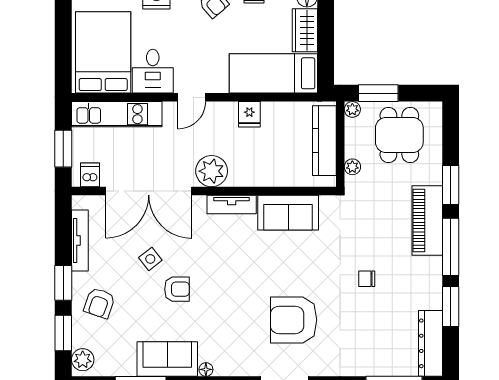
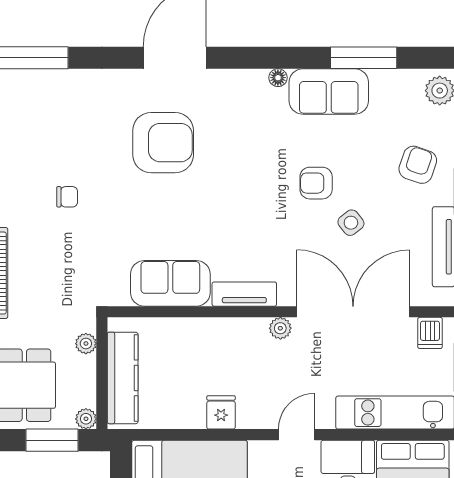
plant: (212, 171) -> (280, 328), width x0.53, depth x0.53

